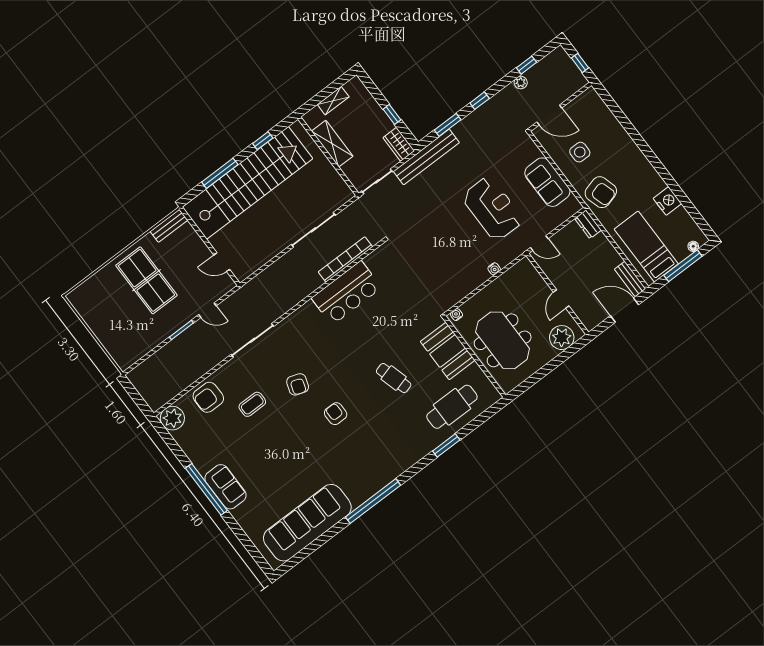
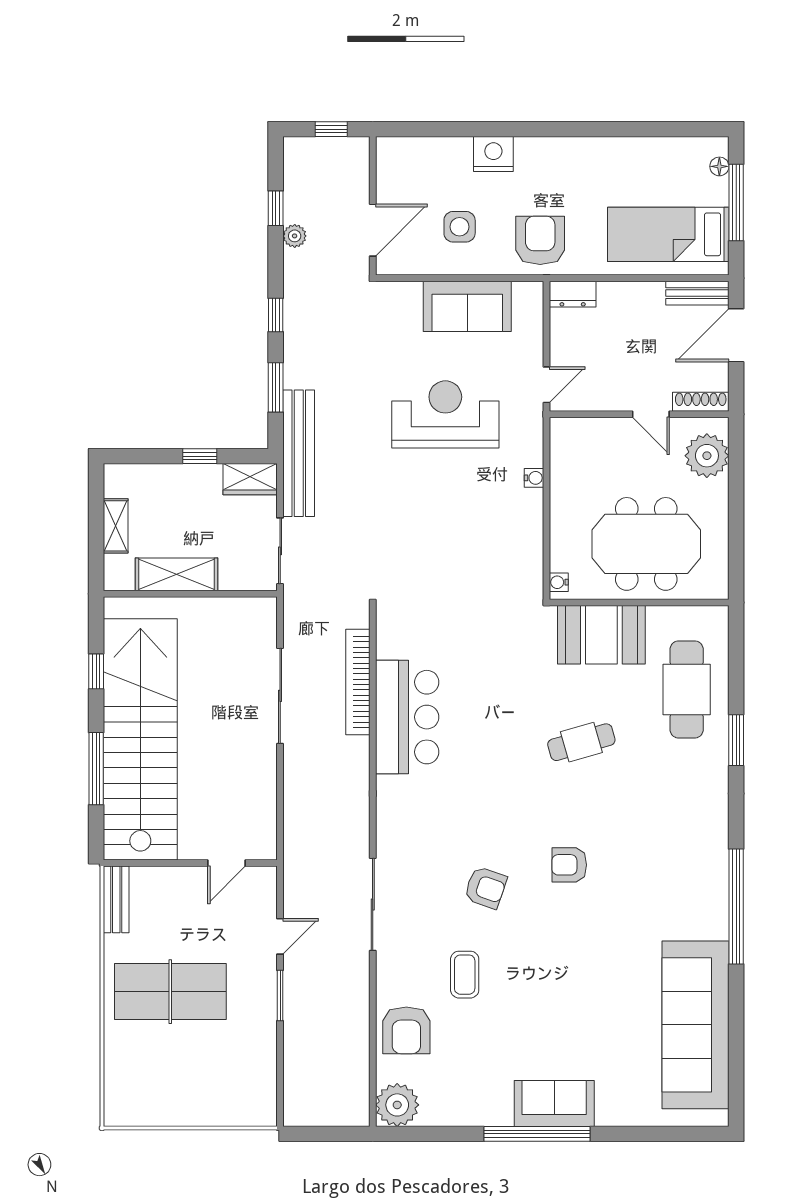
armchair: (601, 192) -> (540, 240), turned -74
nightstand: (667, 201) -> (493, 154), moved
shoe rack: (583, 317) -> (701, 402), added

